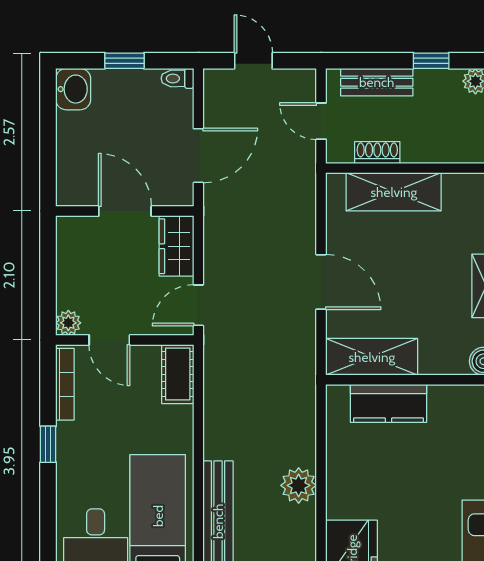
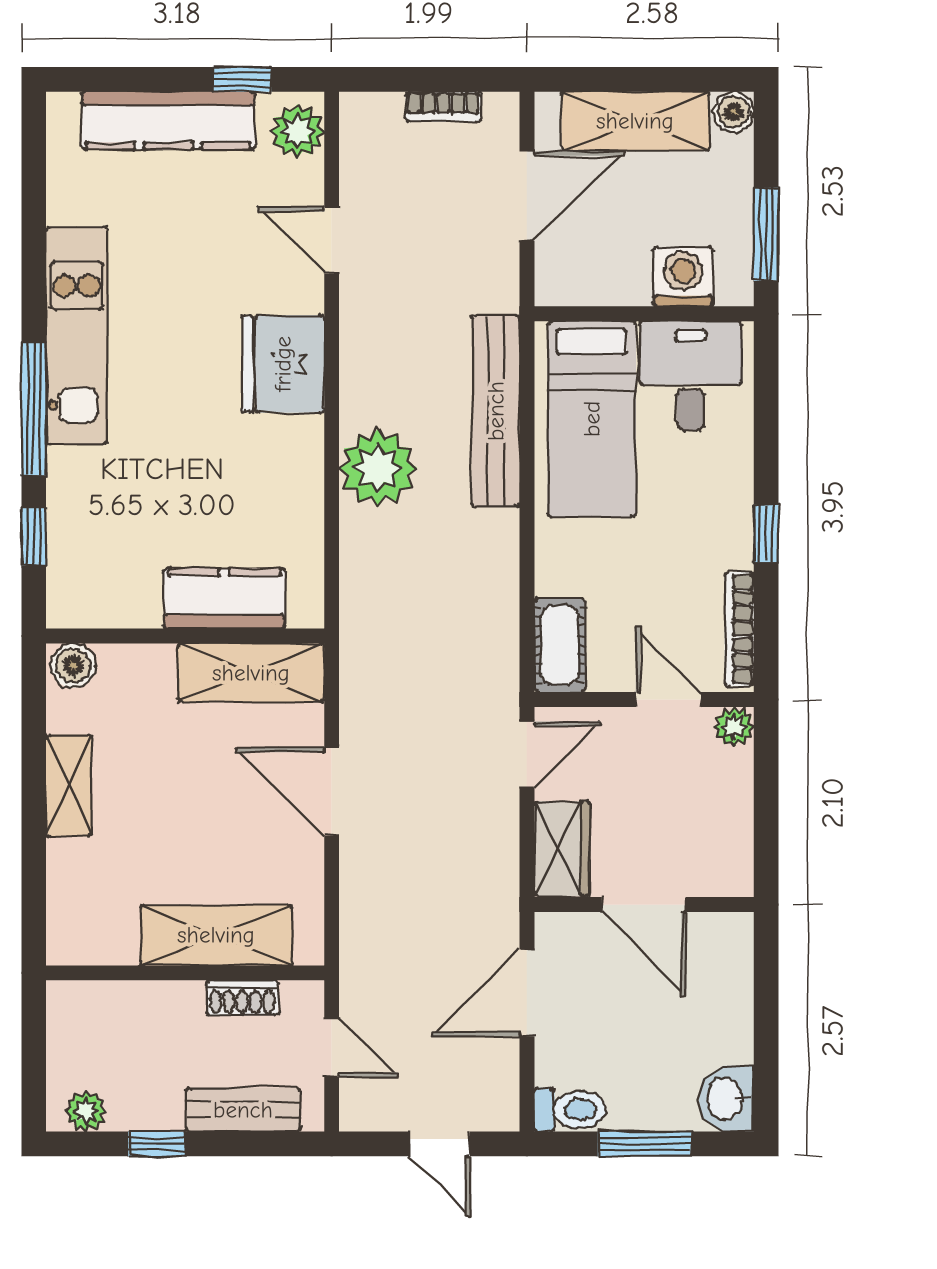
window: (124, 61) -> (645, 1144), width x1.50
toilet: (177, 78) -> (570, 1110), width x1.37, depth x1.39
plant: (299, 485) -> (378, 468), width x1.36, depth x1.36

